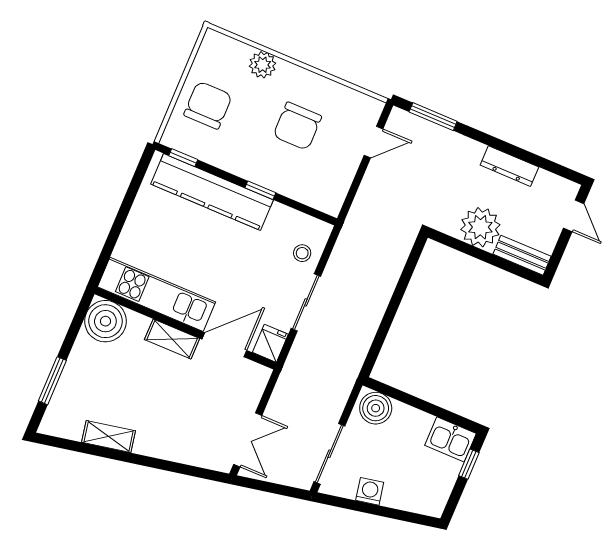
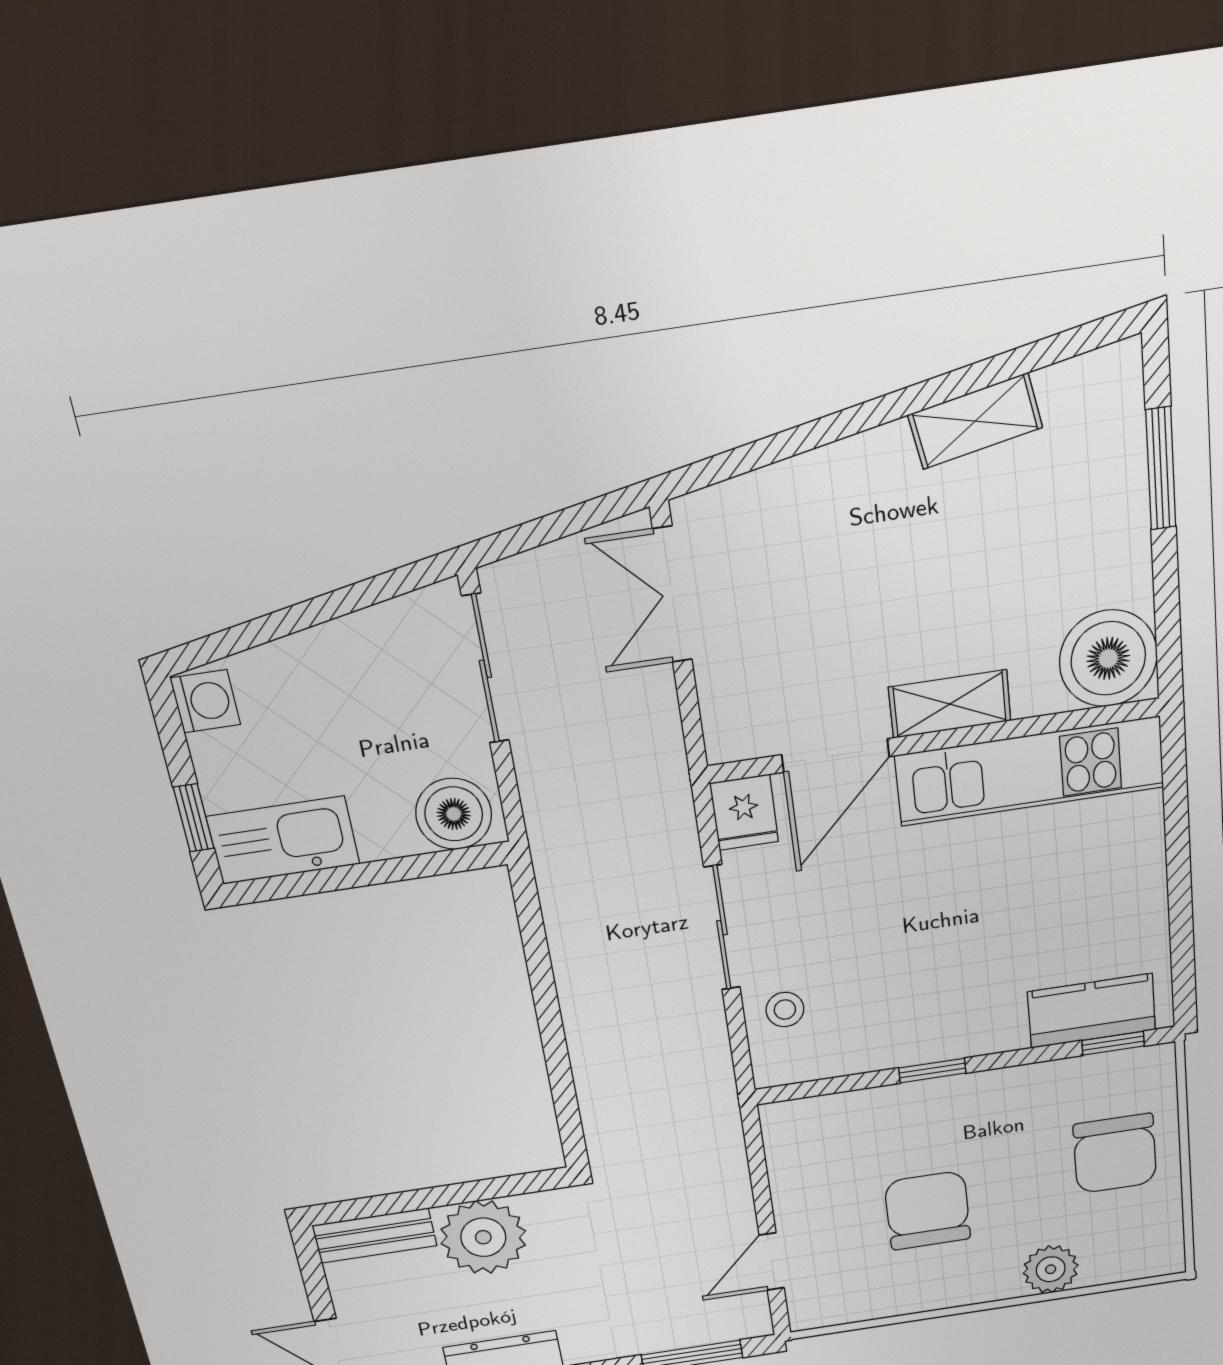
kitchen counter: (212, 192) -> (1092, 1011), width x0.48, depth x0.86
kitchen sink: (451, 439) -> (283, 840), width x1.38
washing machine: (370, 491) -> (205, 701), moved, turned -79

